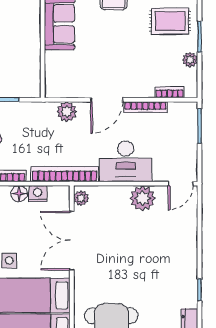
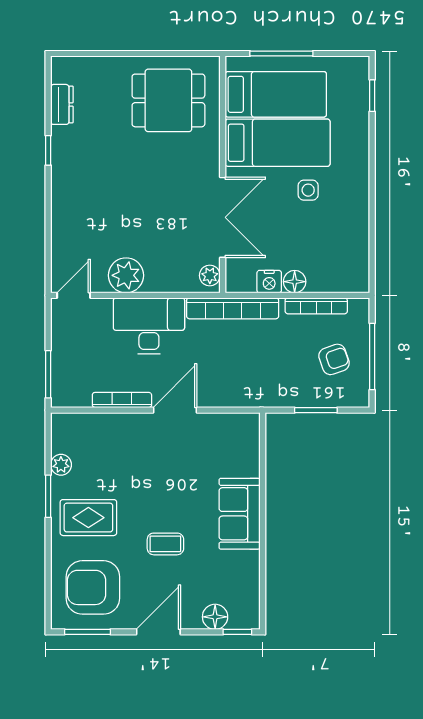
bookcase: (170, 92) -> (89, 420), removed
plant: (67, 112) -> (229, 394), removed

